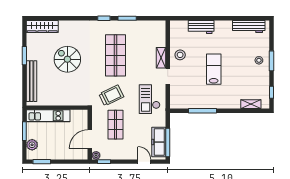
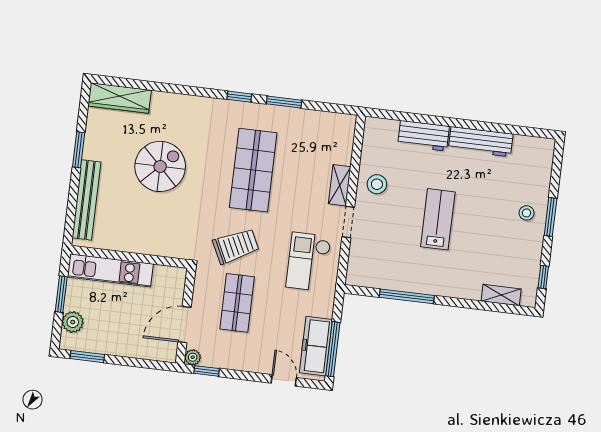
workbench: (249, 26) -> (481, 142), moved
spiral stairs: (67, 59) -> (160, 166), turned 90

